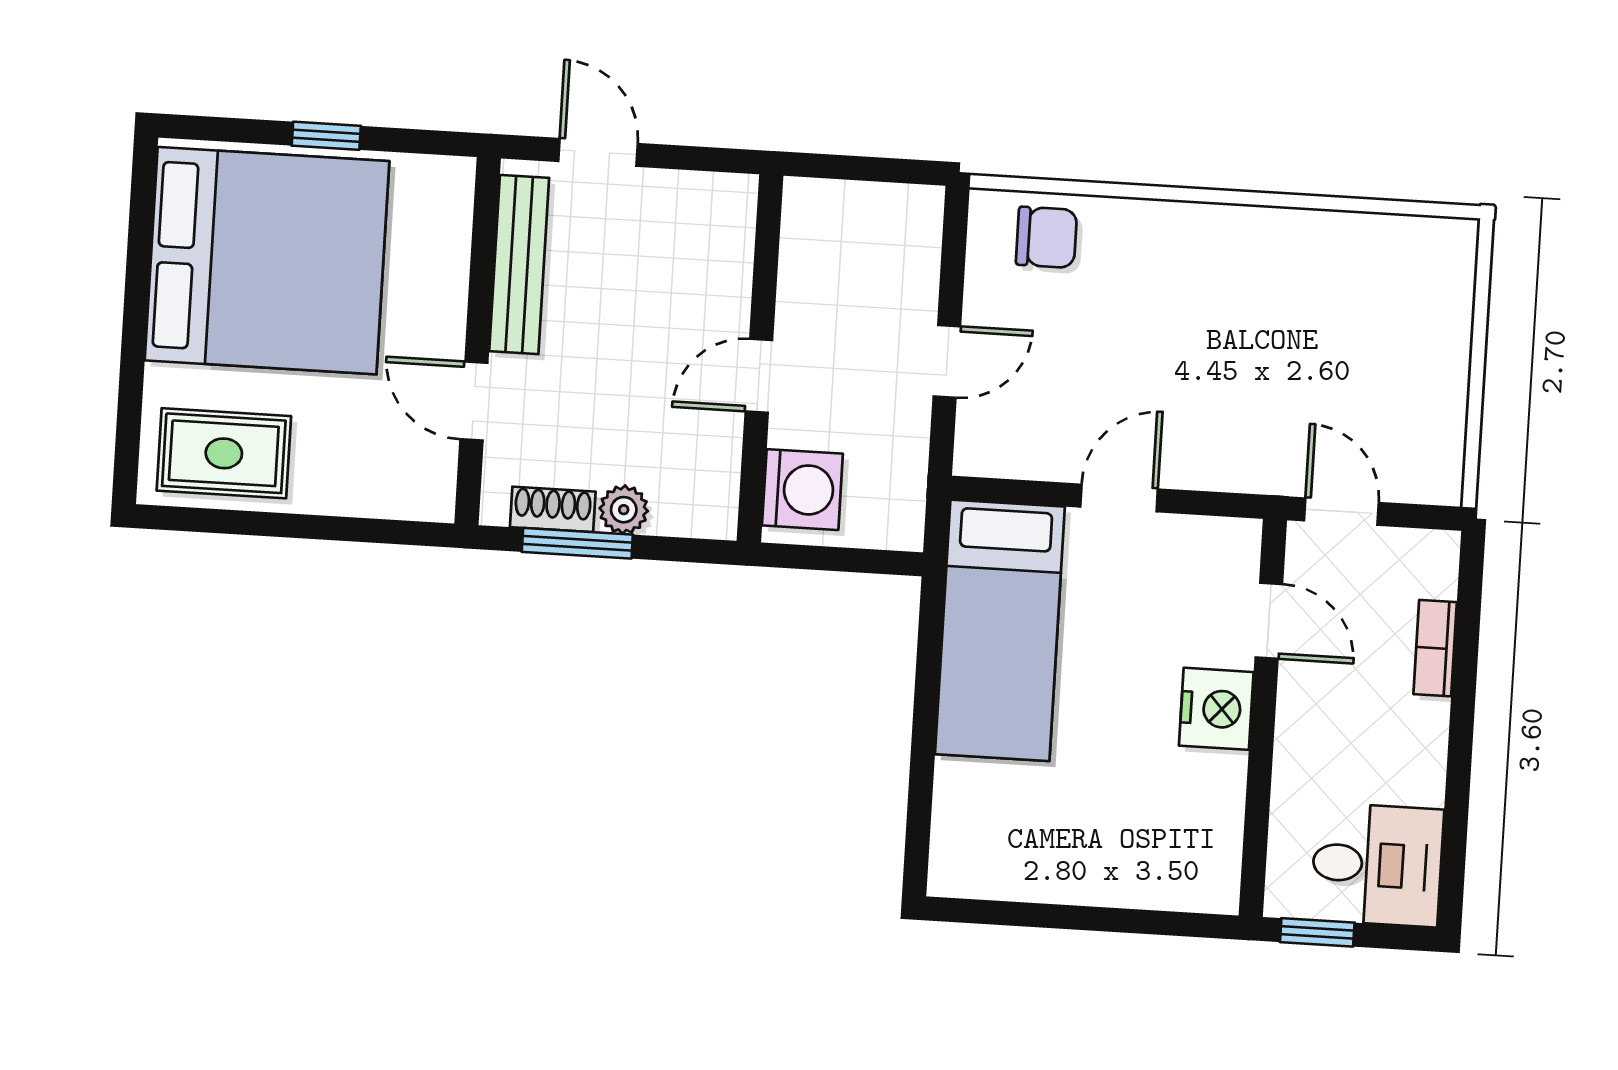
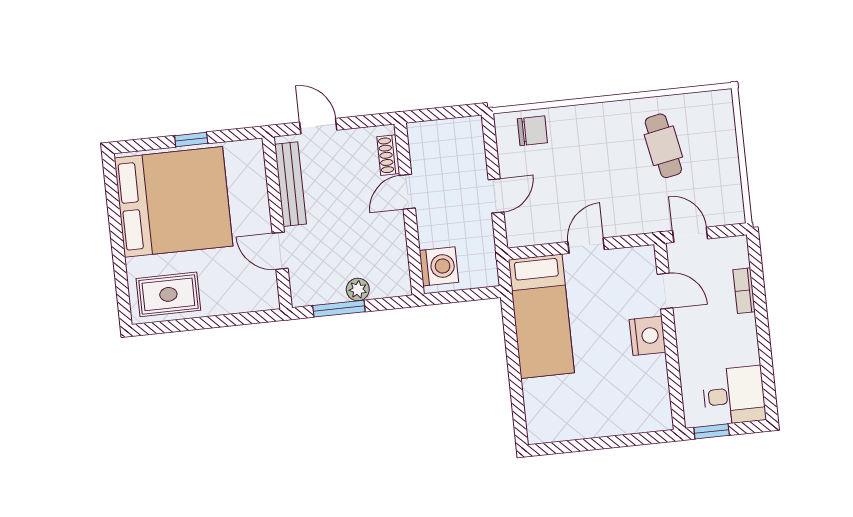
cafe table: (1317, 315) -> (663, 146), added
door: (759, 376) -> (407, 192), moved
shoe rack: (553, 509) -> (388, 155), moved, turned -90

